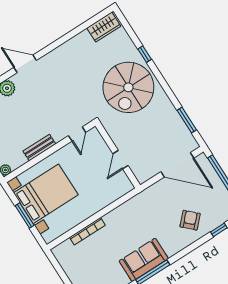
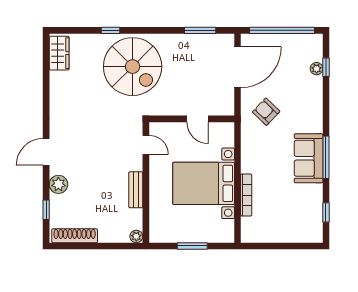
bed with nightstands: (46, 194) -> (204, 183), moved, turned -90
armchair: (190, 220) -> (266, 112), moved
plant: (213, 224) -> (317, 69), added

